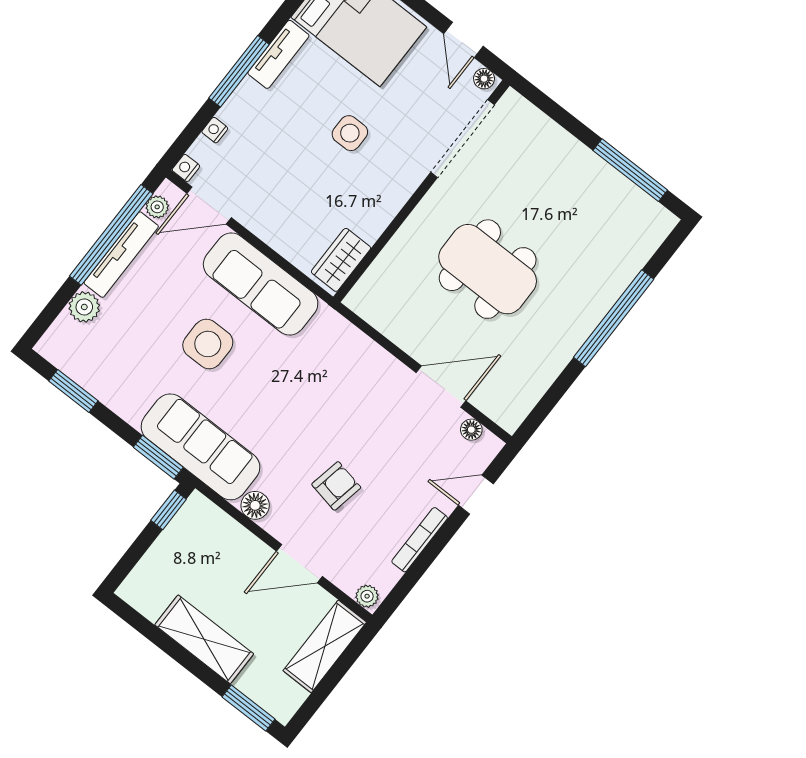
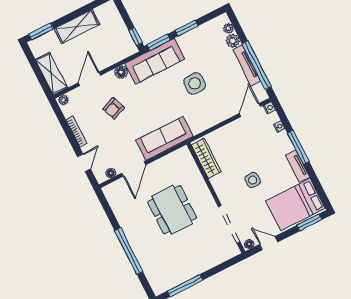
plant: (157, 207) -> (228, 28), moved
wardrobe: (341, 260) -> (206, 158), width x1.50
dining table: (488, 269) -> (172, 210), turned 90
sofa: (261, 284) -> (164, 138), moved
window: (73, 391) -> (187, 28), moved
armchair: (336, 486) -> (114, 108), turned 58

